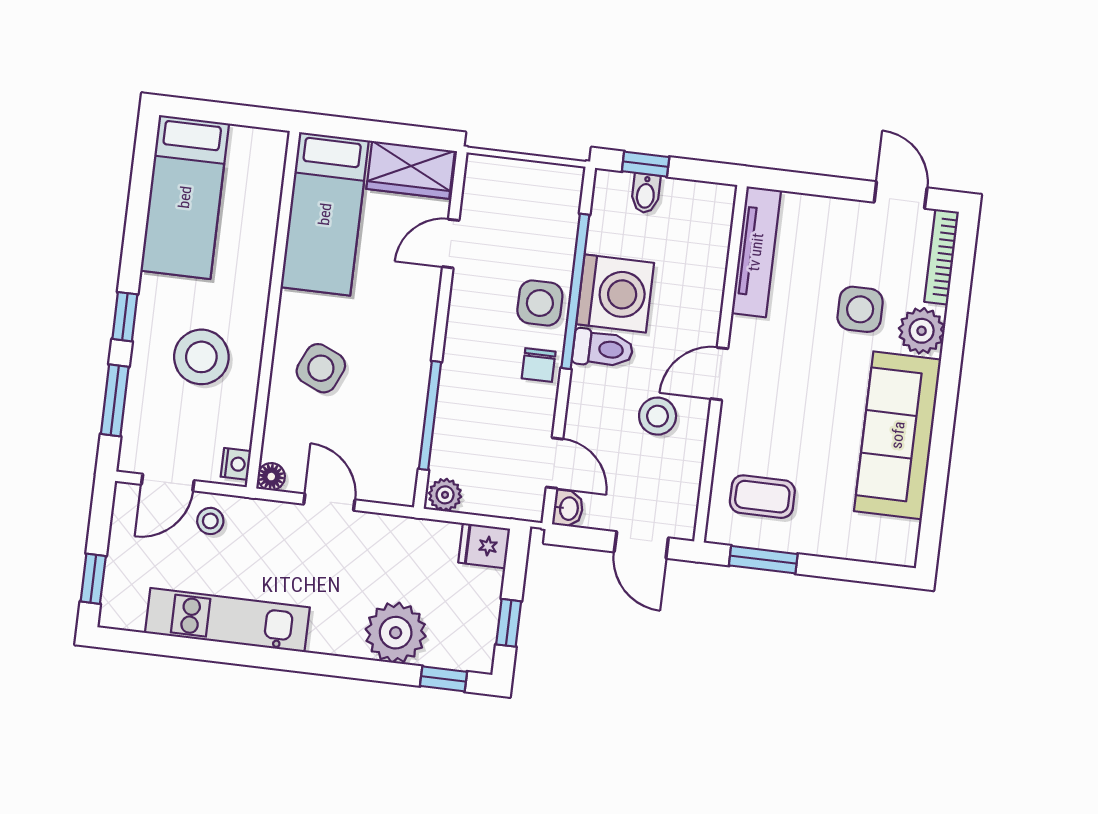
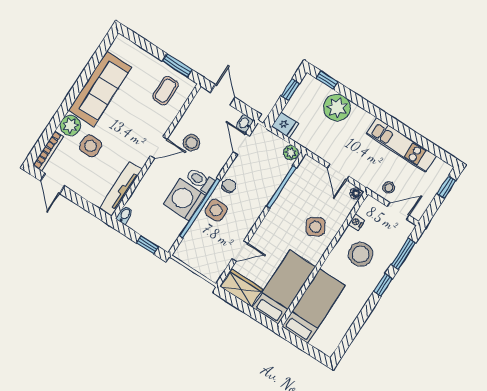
bidet: (646, 193) -> (125, 215), moved
bed: (185, 197) -> (314, 306), moved
side table: (321, 368) -> (315, 227), turned 36
nightstand: (236, 464) -> (357, 222), moved
coffee table: (762, 497) -> (165, 91), turned 90

